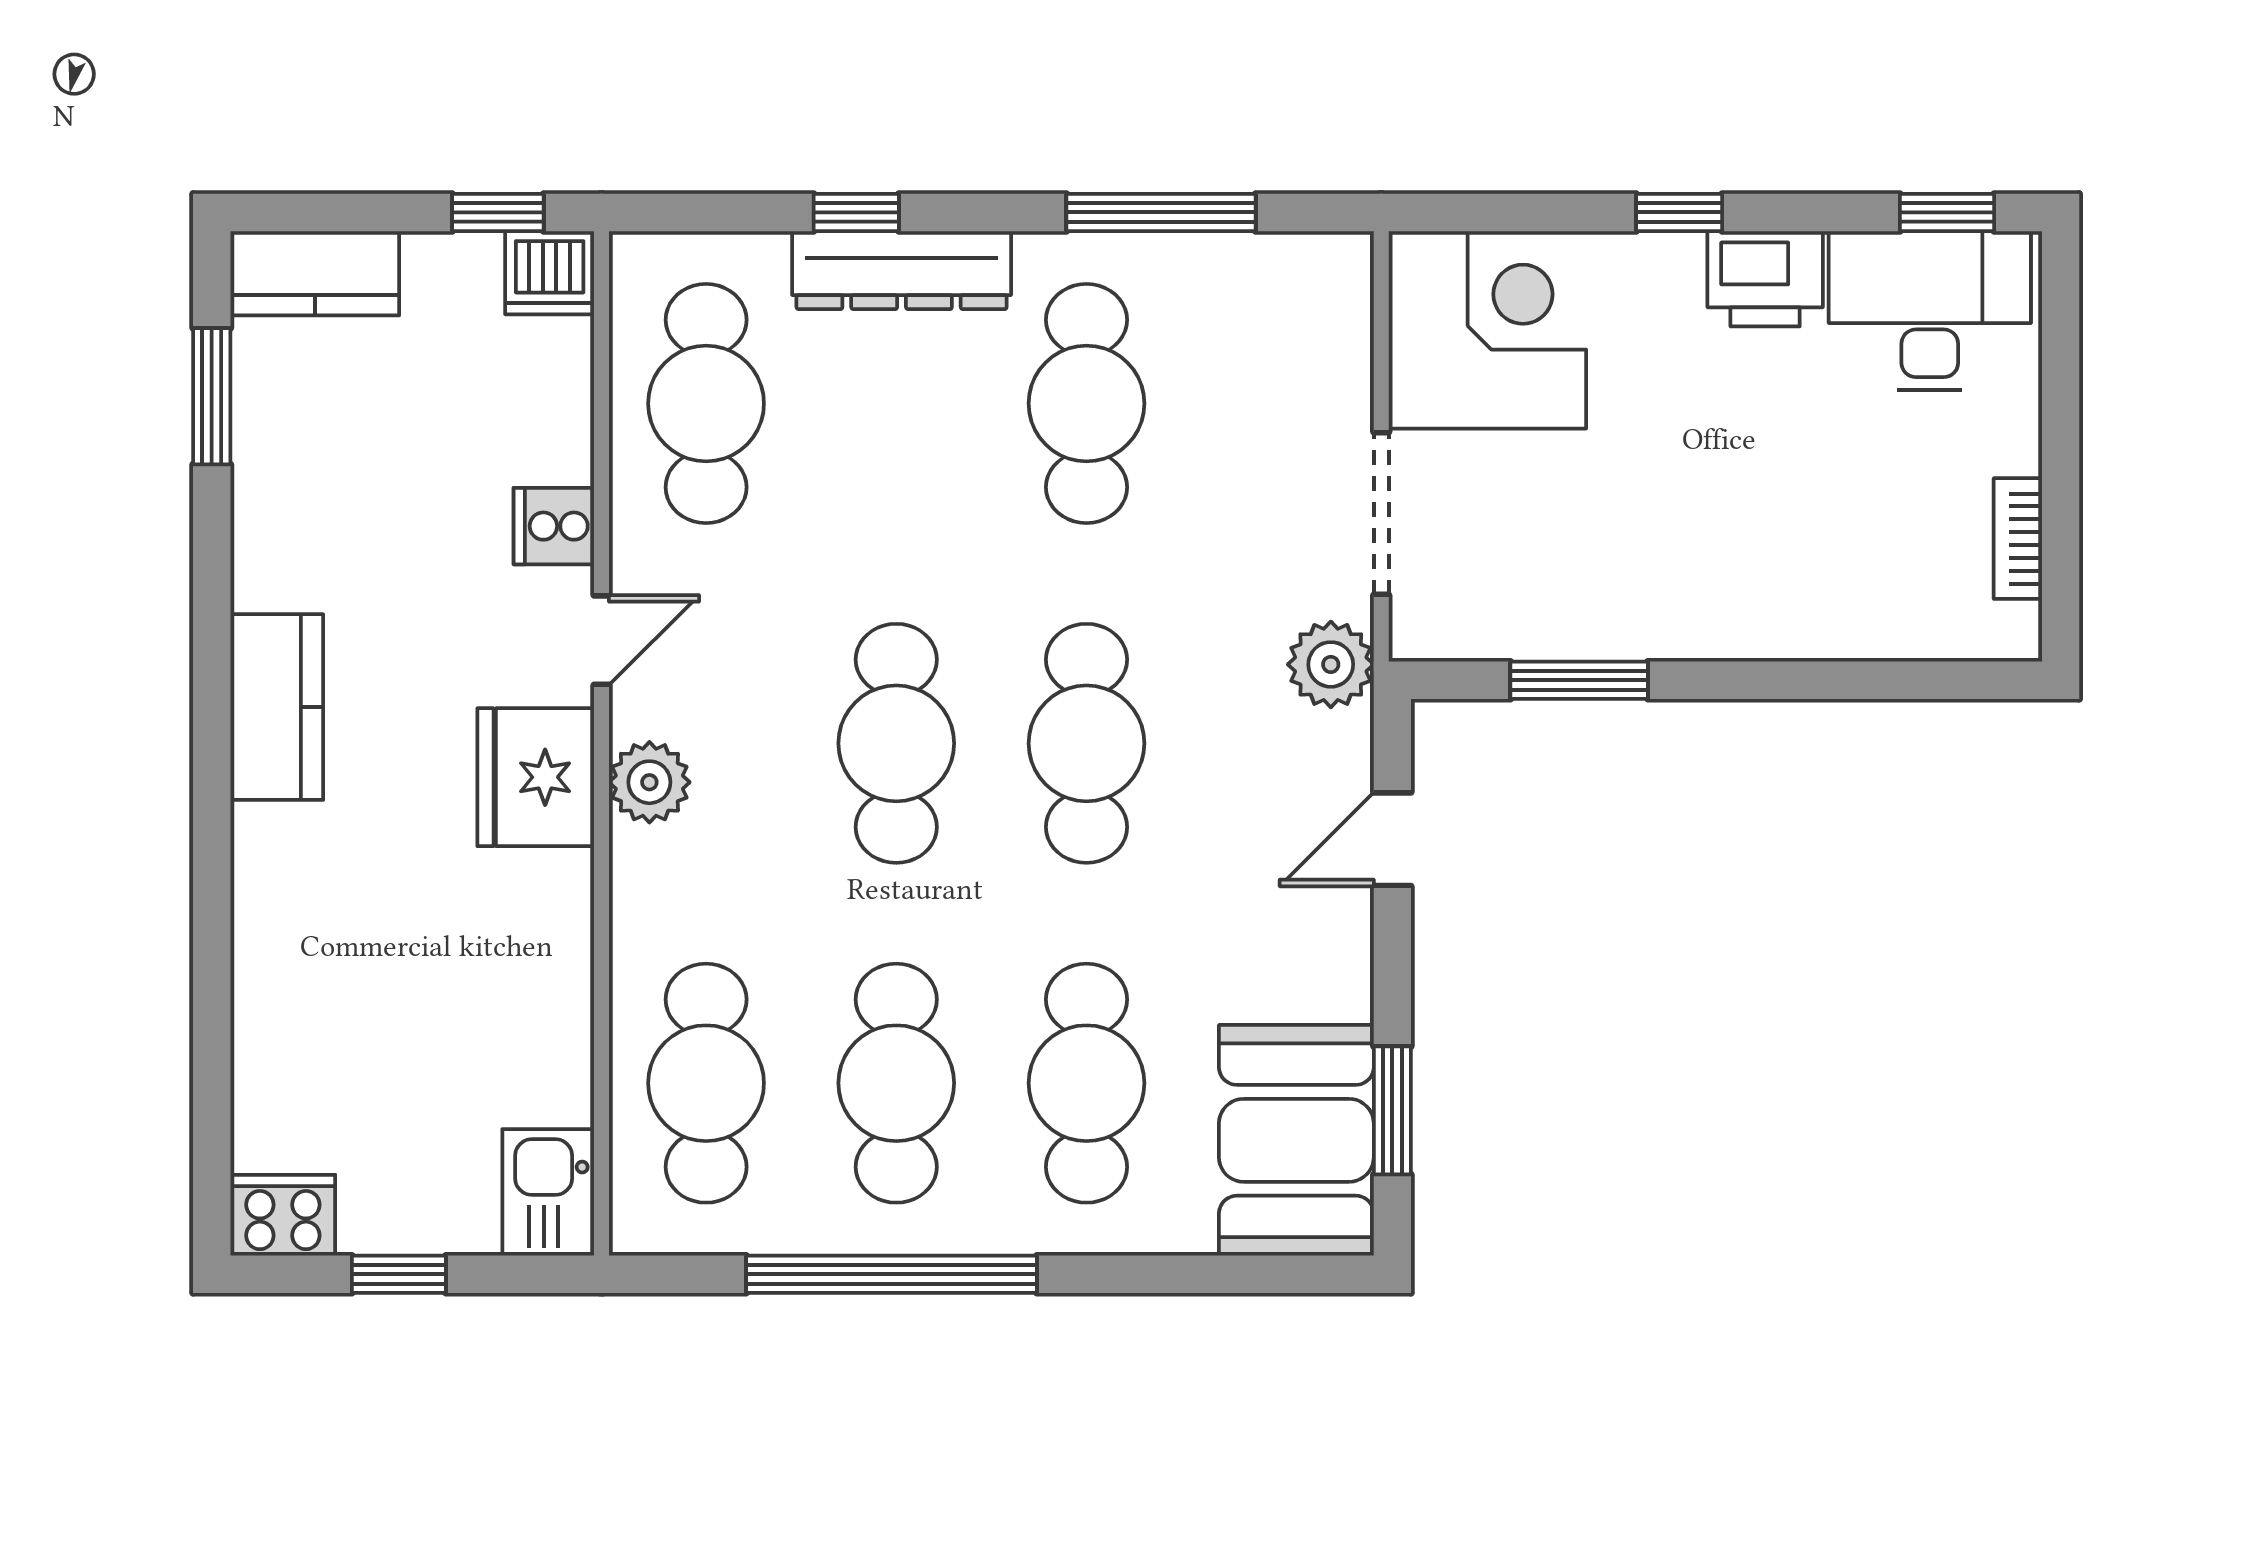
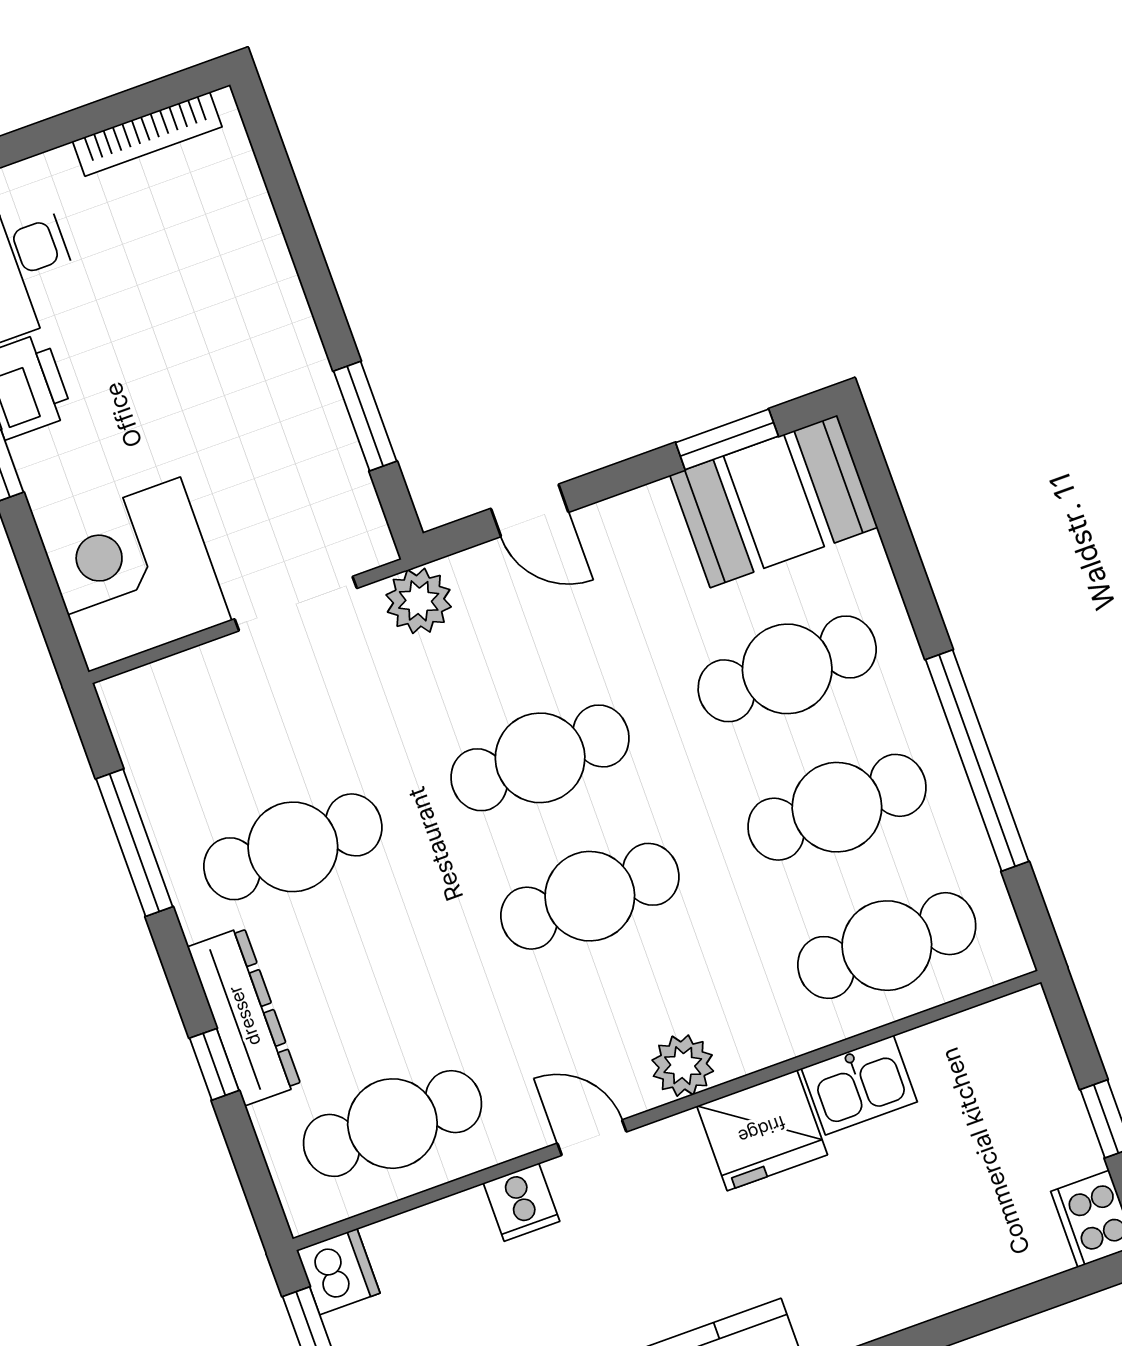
bookcase: (2018, 539) -> (147, 134), width x1.56
fridge: (536, 777) -> (762, 1130), moved
kitchen sink: (548, 1192) -> (859, 1085), moved

